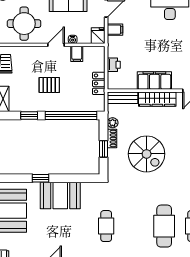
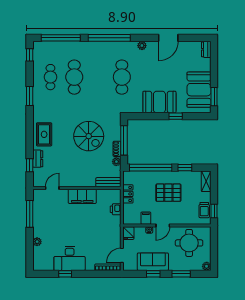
filing cabinet: (115, 30) -> (114, 238), removed
pallet: (49, 85) -> (168, 193), width x1.50, depth x1.42
wardrobe: (157, 99) -> (80, 181), removed
window: (103, 149) -> (124, 140), width x2.17
spiral stairs: (147, 154) -> (89, 136), turned 180
cafe table: (106, 226) -> (122, 77), width x1.37, depth x1.35

